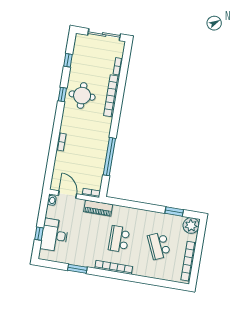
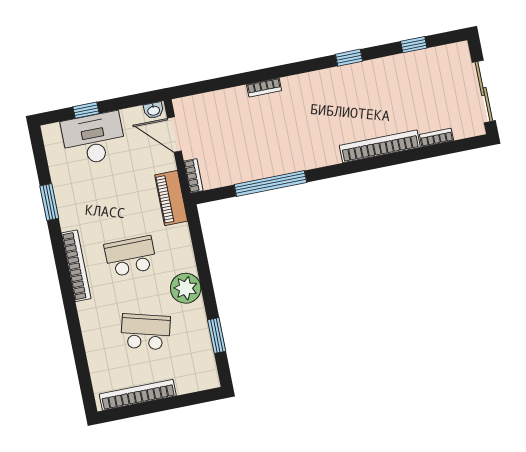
round table: (82, 96) -> (361, 93), removed
door: (68, 195) -> (174, 135), swing flipped
plant: (191, 226) -> (186, 288), moved
school desk: (159, 246) -> (146, 332), turned 39

